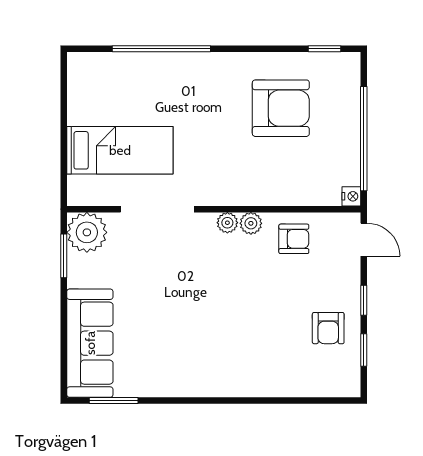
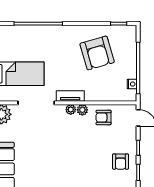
armchair: (281, 108) -> (97, 53), turned 74
tv unit: (226, 195) -> (70, 96), added
nightstand: (351, 196) -> (132, 84), moved
armchair: (294, 239) -> (104, 117), turned 180

